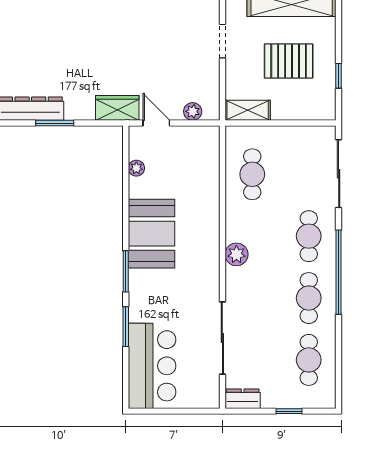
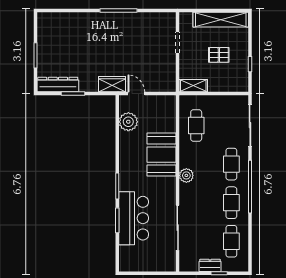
pallet: (289, 61) -> (219, 55), width x0.67, depth x0.71
plant: (193, 111) -> (159, 86), removed
plant: (136, 168) -> (128, 122), width x1.88, depth x1.88
booth: (151, 234) -> (162, 155), moved
bar counter: (152, 366) -> (134, 218), moved
dresser: (243, 399) -> (210, 265), moved

